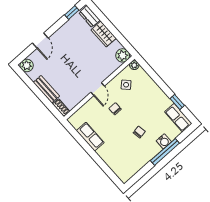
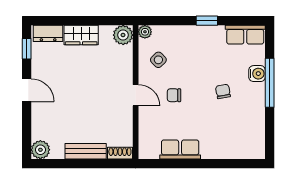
door: (40, 41) -> (27, 90), moved
window: (177, 102) -> (207, 21), moved

